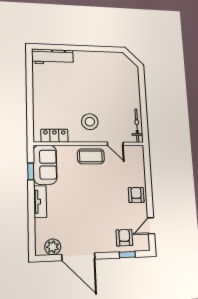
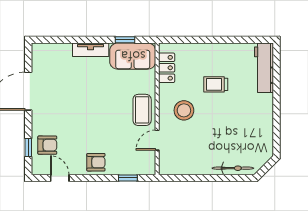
trolley: (67, 96) -> (216, 84), added
bicycle: (137, 126) -> (233, 168), moved
window: (147, 168) -> (128, 178), added
plant: (53, 247) -> (40, 63), removed

